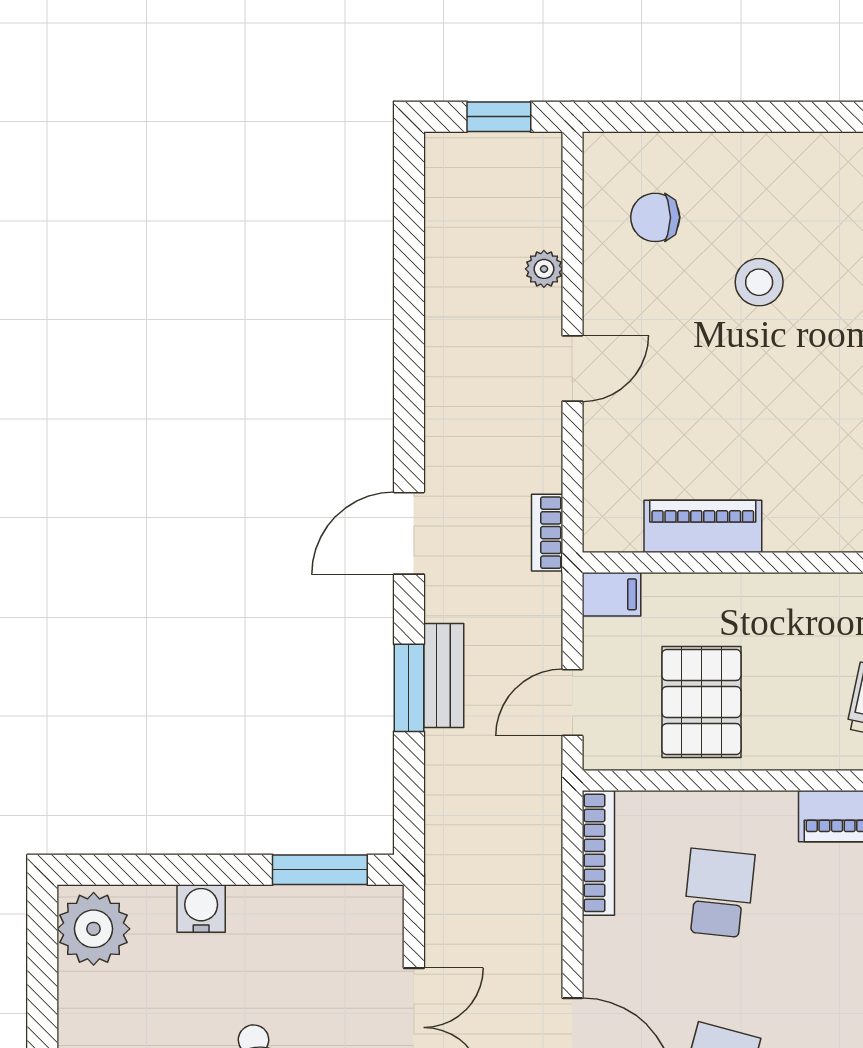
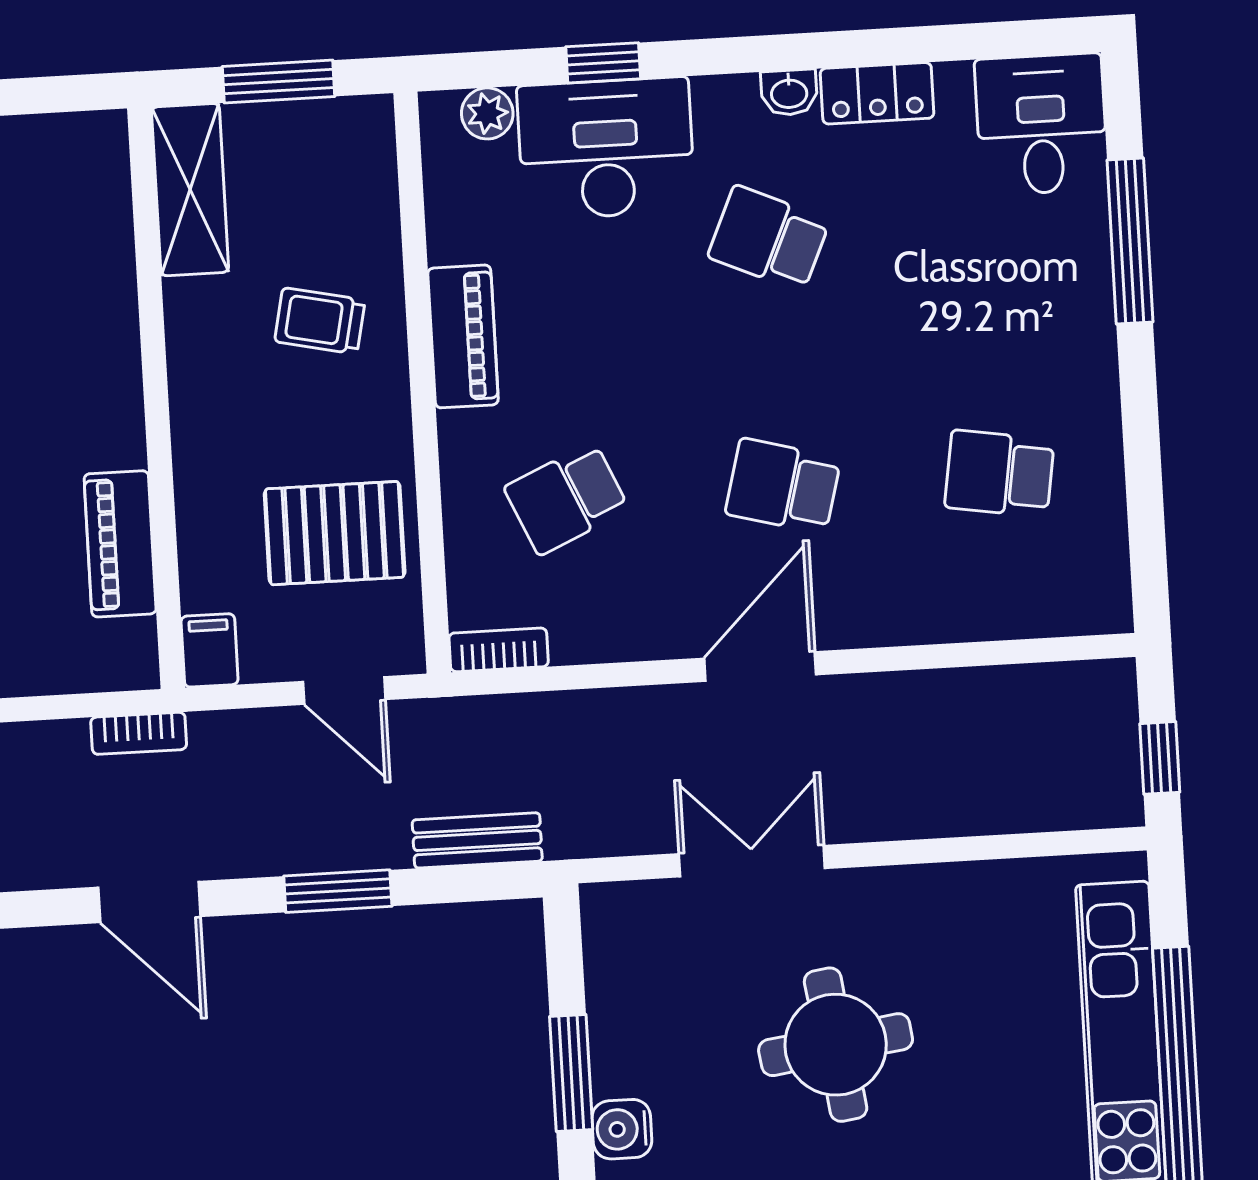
bench: (444, 676) -> (477, 840), moved
bookcase: (598, 853) -> (499, 650), width x0.64
window: (320, 870) -> (571, 1073), moved
school desk: (719, 893) -> (567, 498), turned -30

